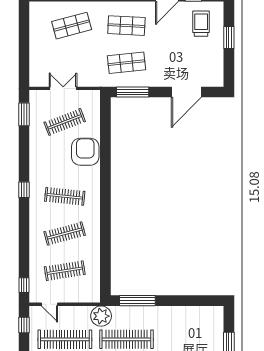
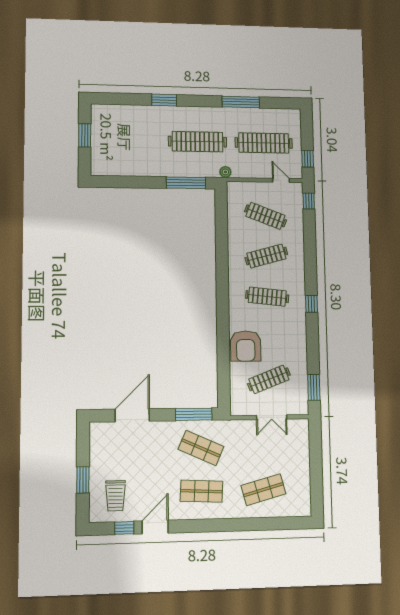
shop shelf: (126, 63) -> (201, 448), turned 30
clothes rail: (65, 271) -> (266, 216), turned 30
plant: (101, 316) -> (225, 172), width x0.53, depth x0.53

